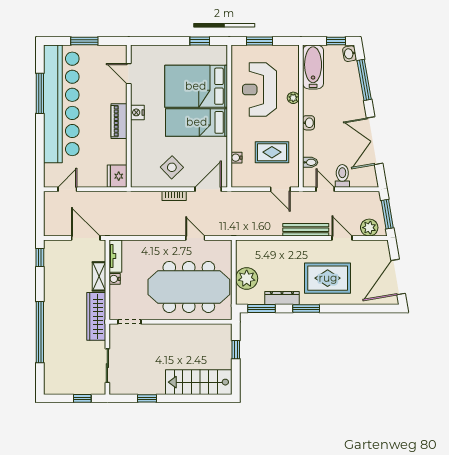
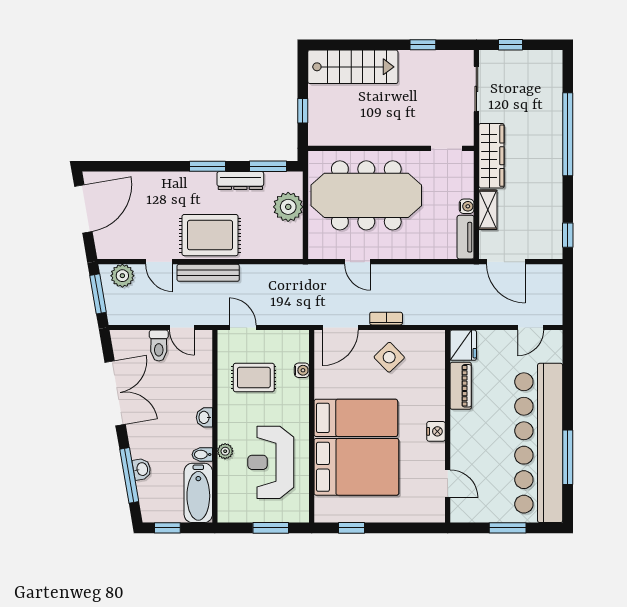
washbasin: (350, 54) -> (142, 469), moved
reception desk: (259, 90) -> (271, 462), turned 180
piano: (119, 121) -> (461, 386), moved
bidet: (310, 162) -> (202, 455), moved
rug: (328, 278) -> (210, 235), moved

